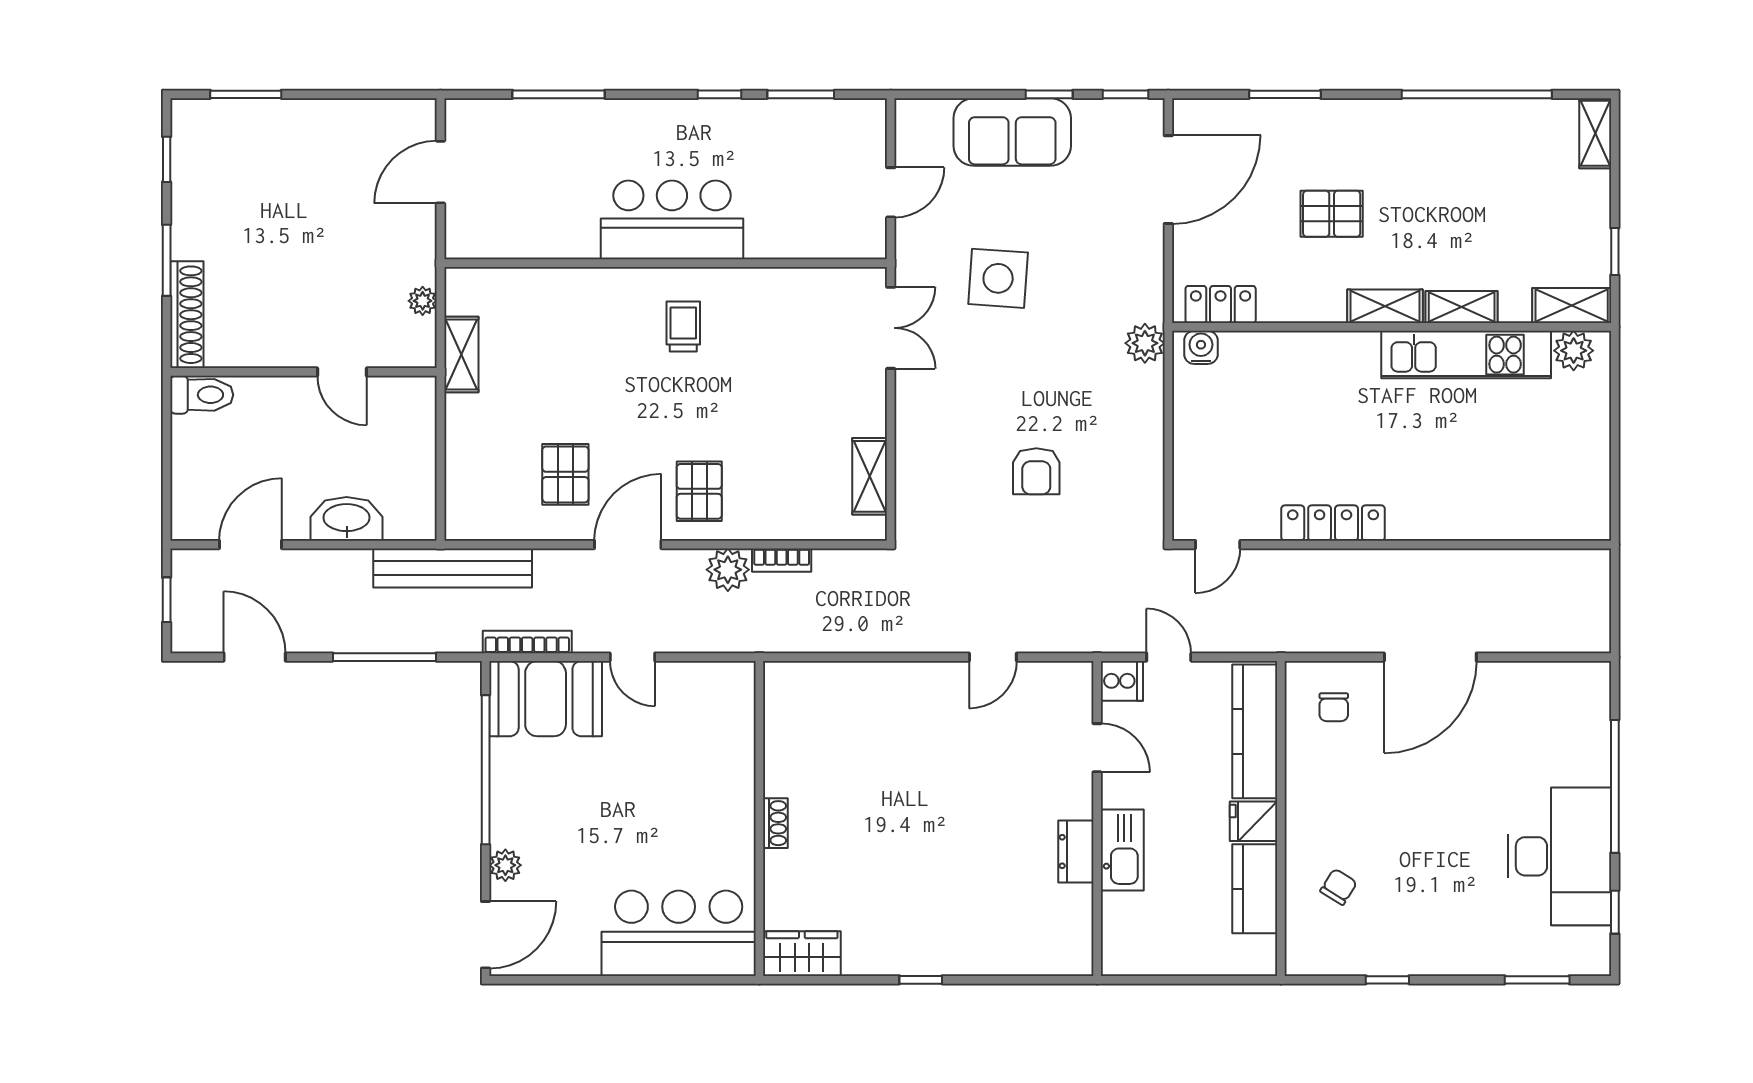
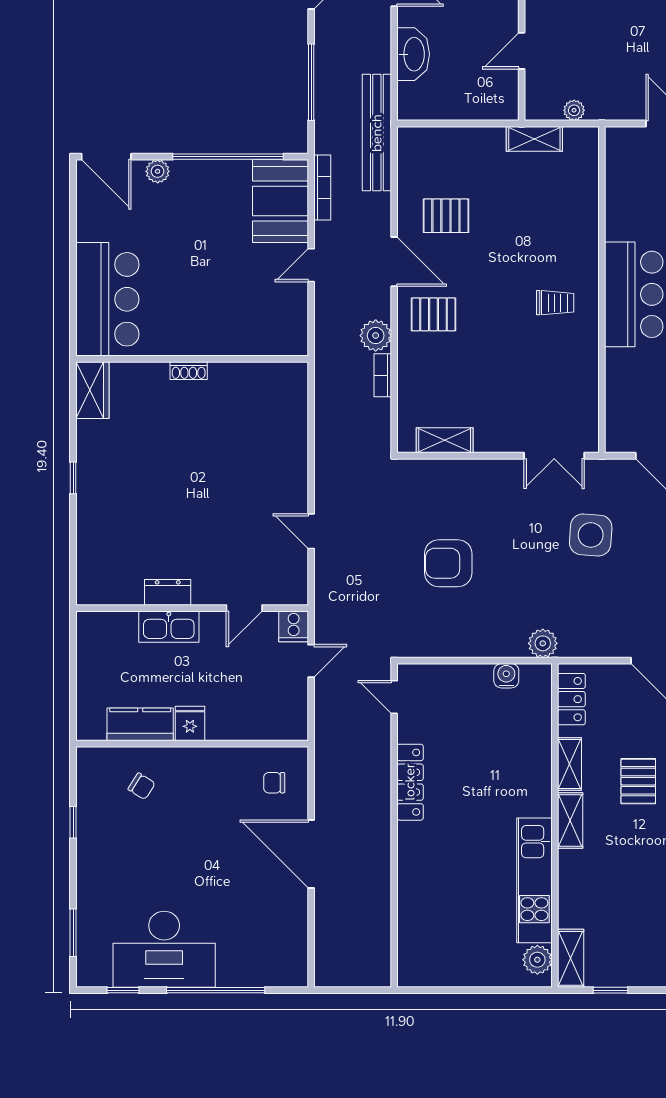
shelving: (1462, 307) -> (569, 764), moved
water cooler: (1201, 347) -> (506, 676), moved, turned -90
armchair: (1036, 471) -> (448, 563), width x1.38, depth x1.38
kitchen counter: (1255, 731) -> (256, 724), removed

